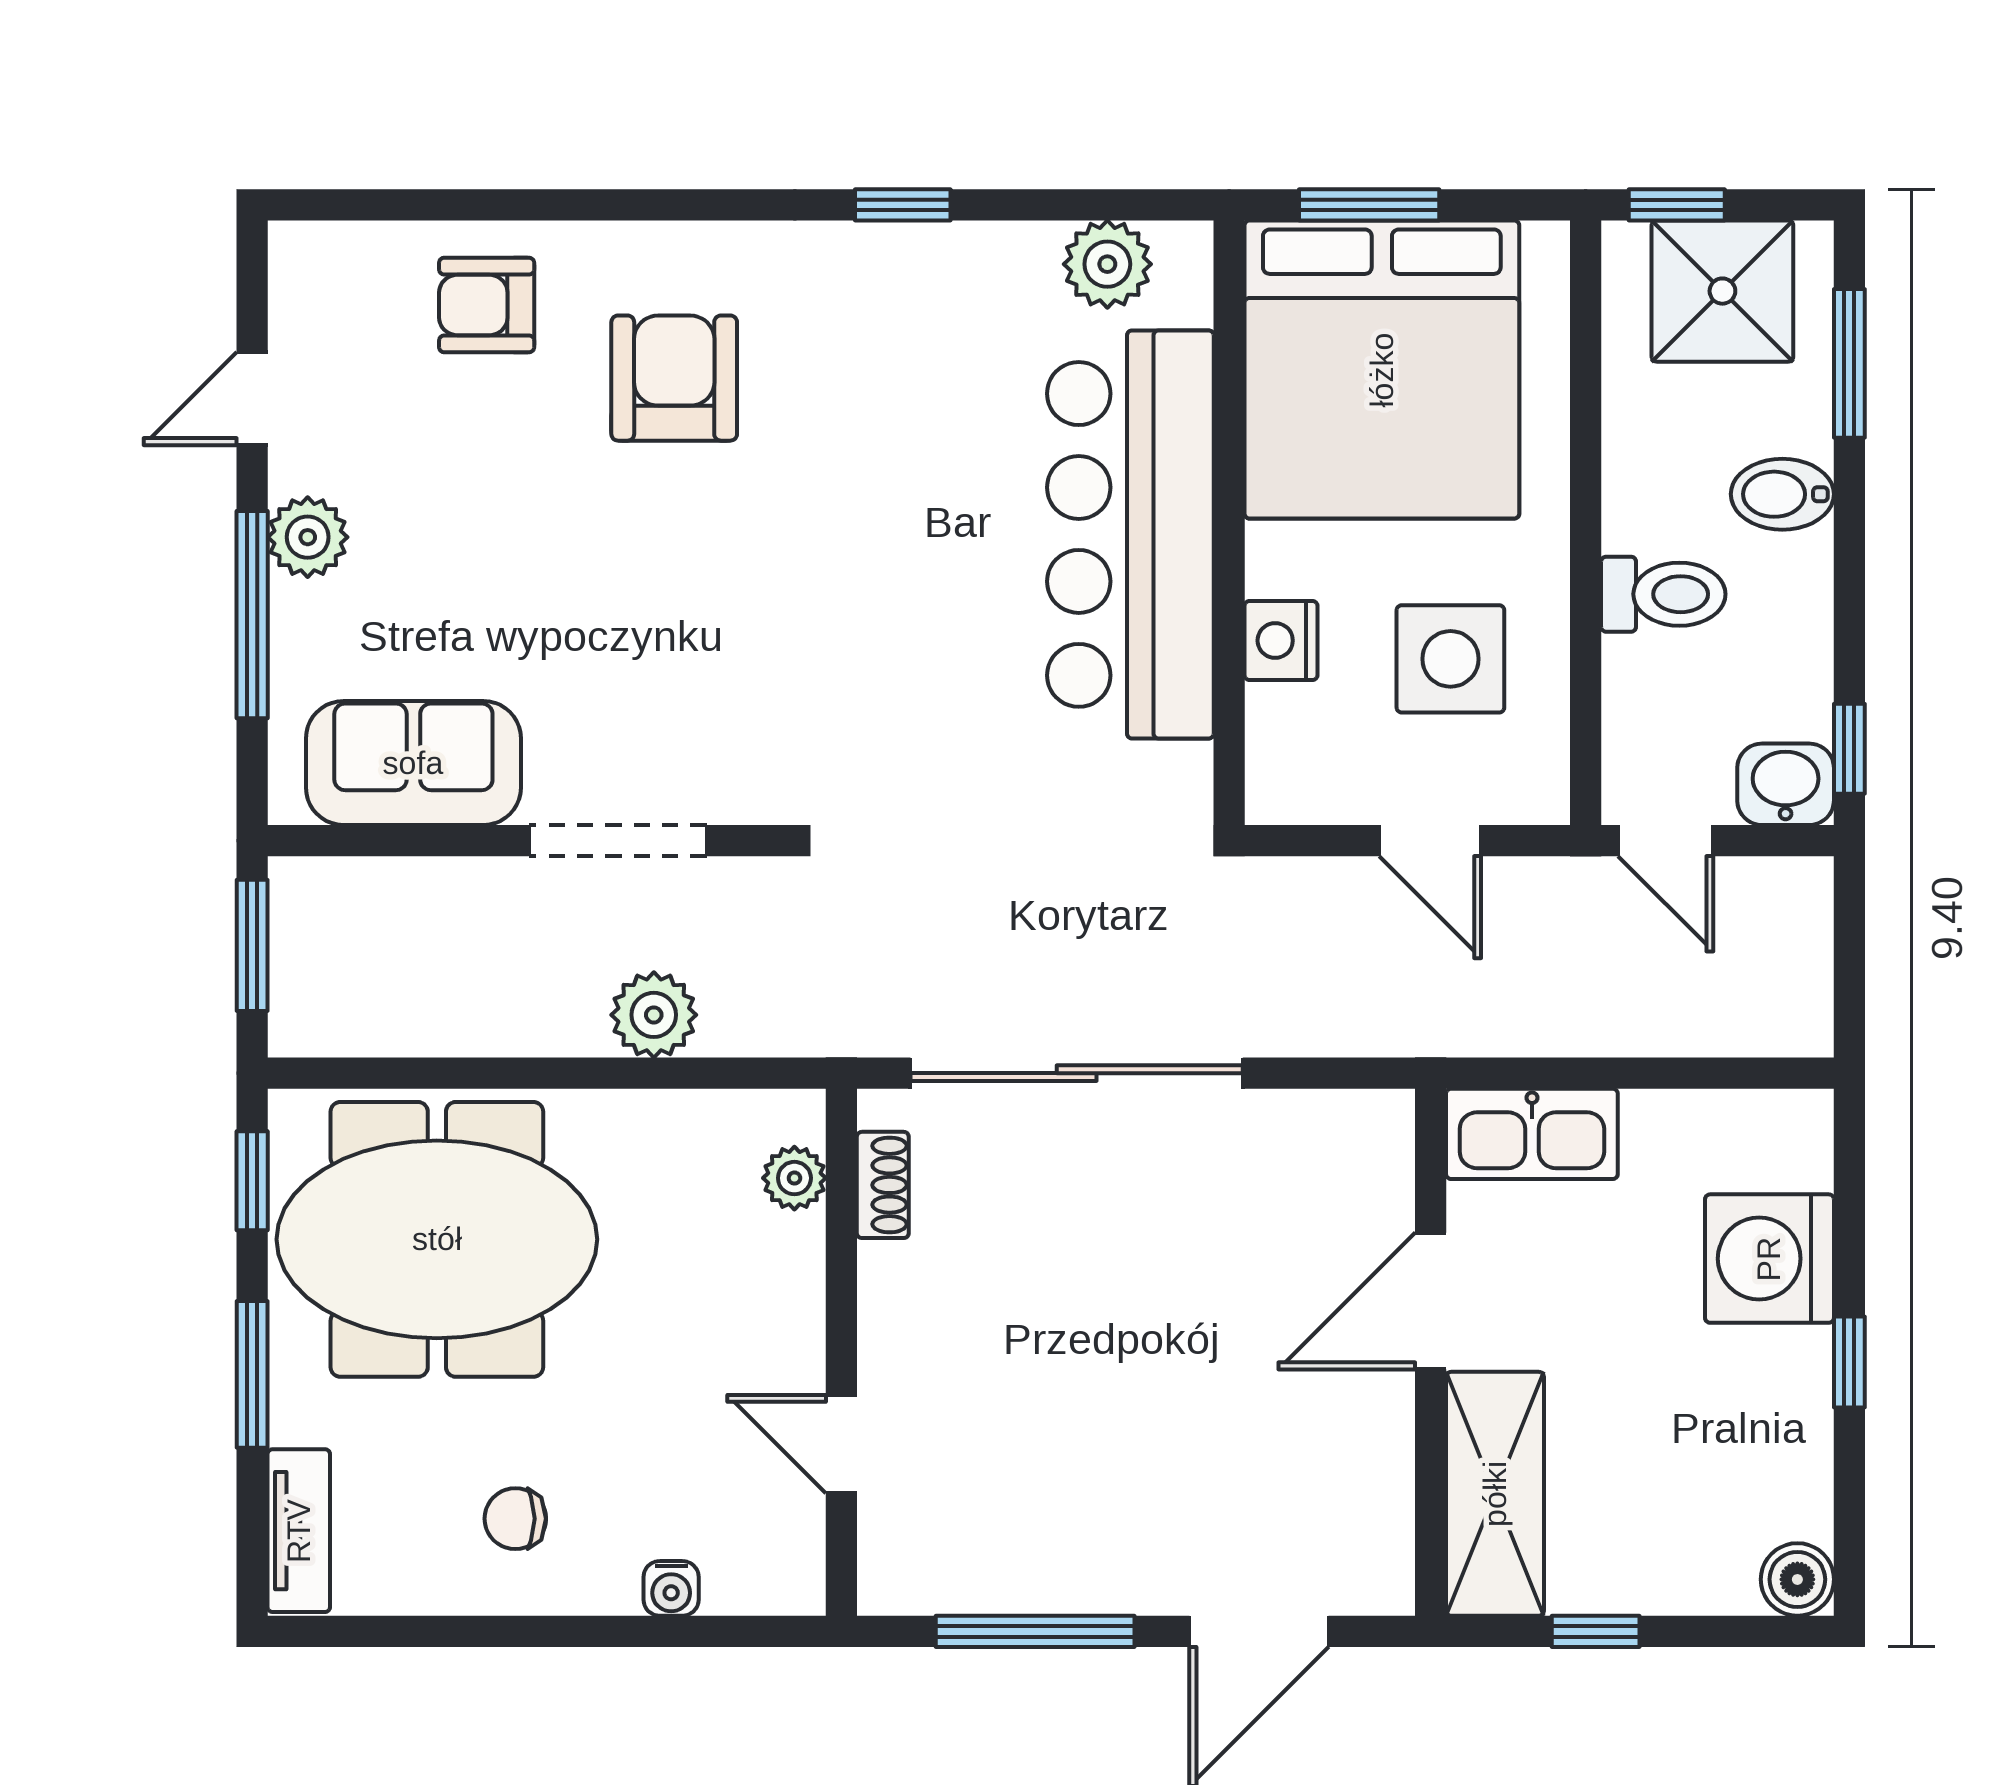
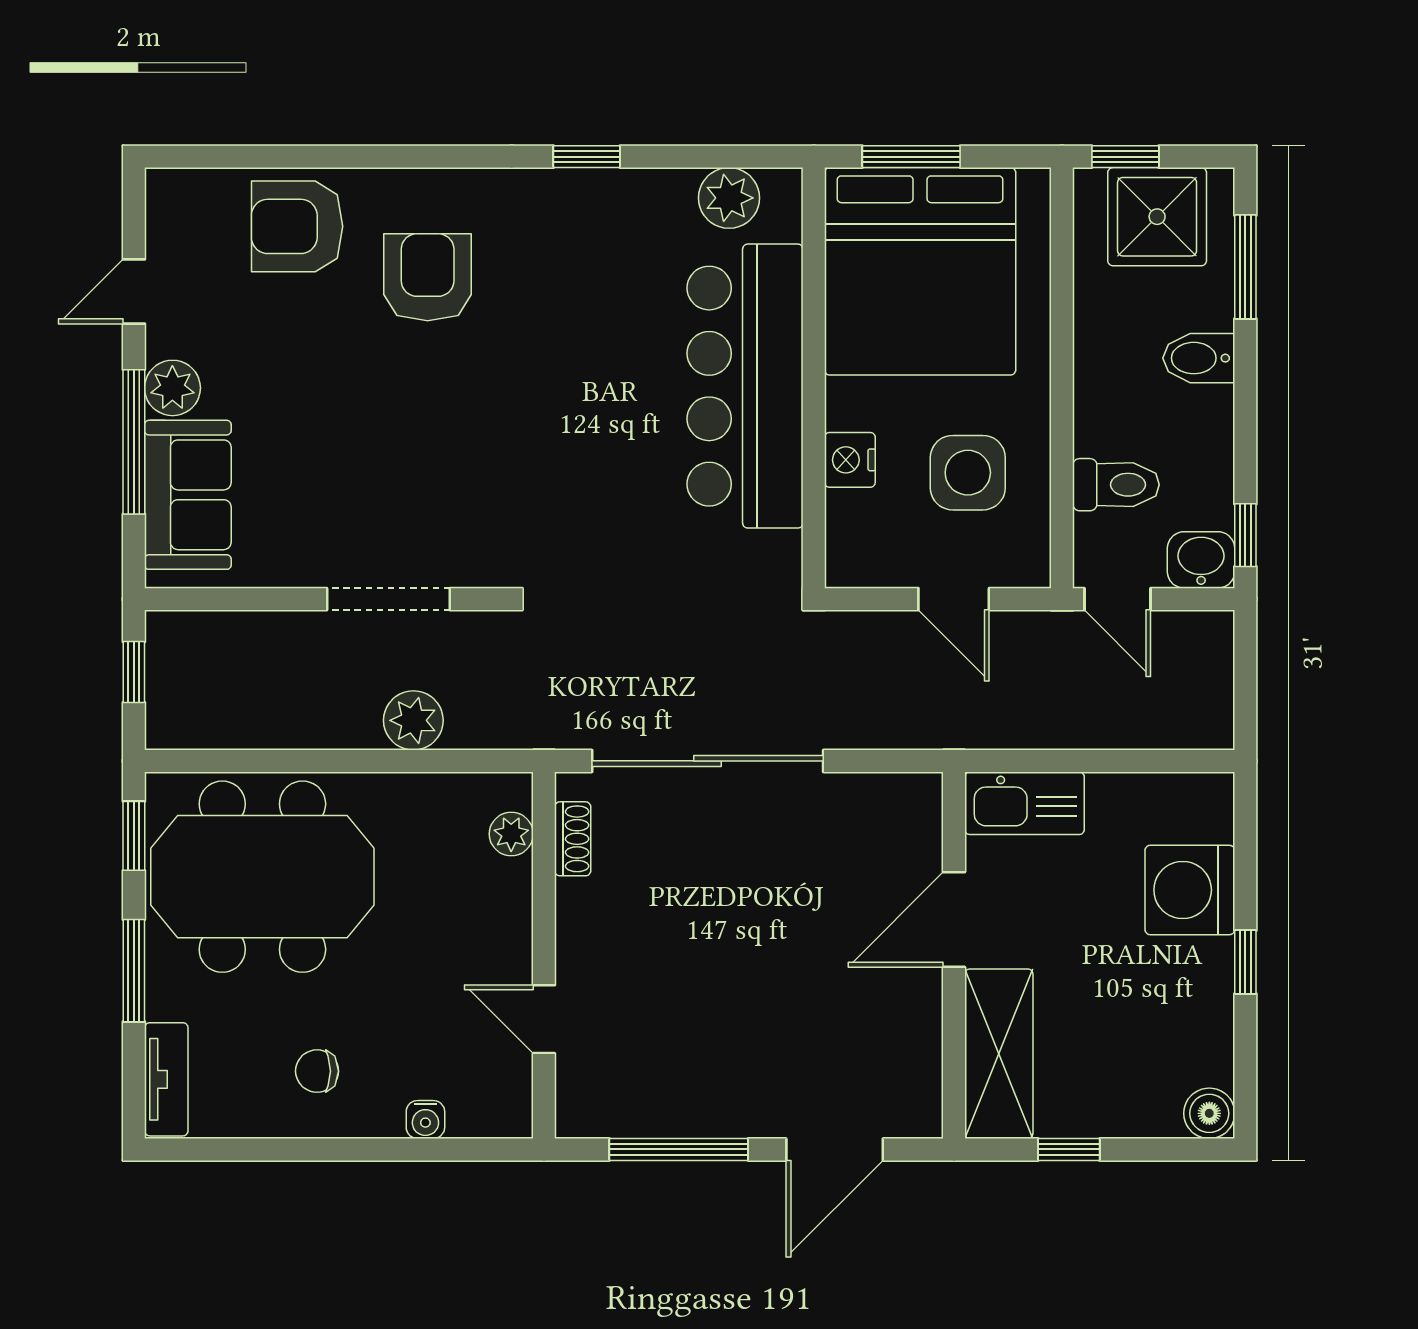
armchair: (487, 305) -> (297, 226), width x1.38, depth x1.38
toilet: (1663, 594) -> (1116, 485), moved
sofa: (413, 763) -> (188, 495), moved, turned 90
window: (252, 945) -> (134, 672), width x0.67

